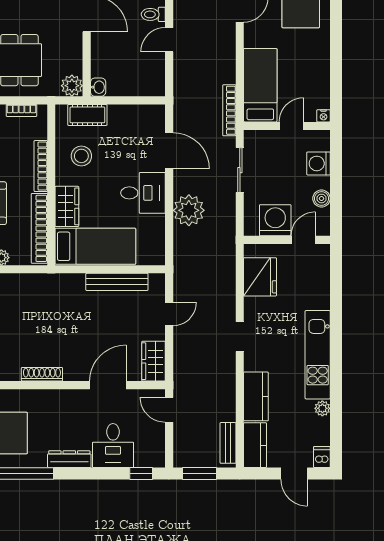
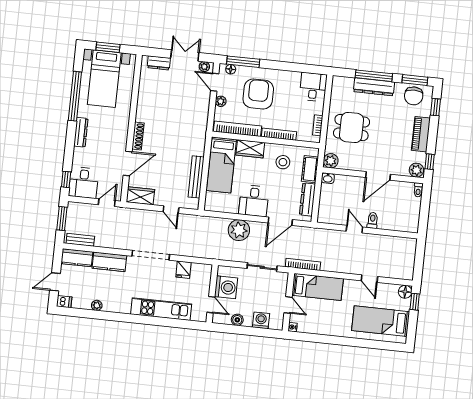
dresser: (133, 114) -> (308, 199), added
fridge: (260, 277) -> (183, 270), width x0.53, depth x0.75
doorway: (240, 337) -> (151, 255), width x1.87
kitchen unit: (318, 355) -> (161, 309), moved
shoe rack: (42, 374) -> (138, 136), moved
door: (108, 385) -> (128, 163), hinge flipped
desk: (113, 446) -> (84, 183), moved, turned -90

